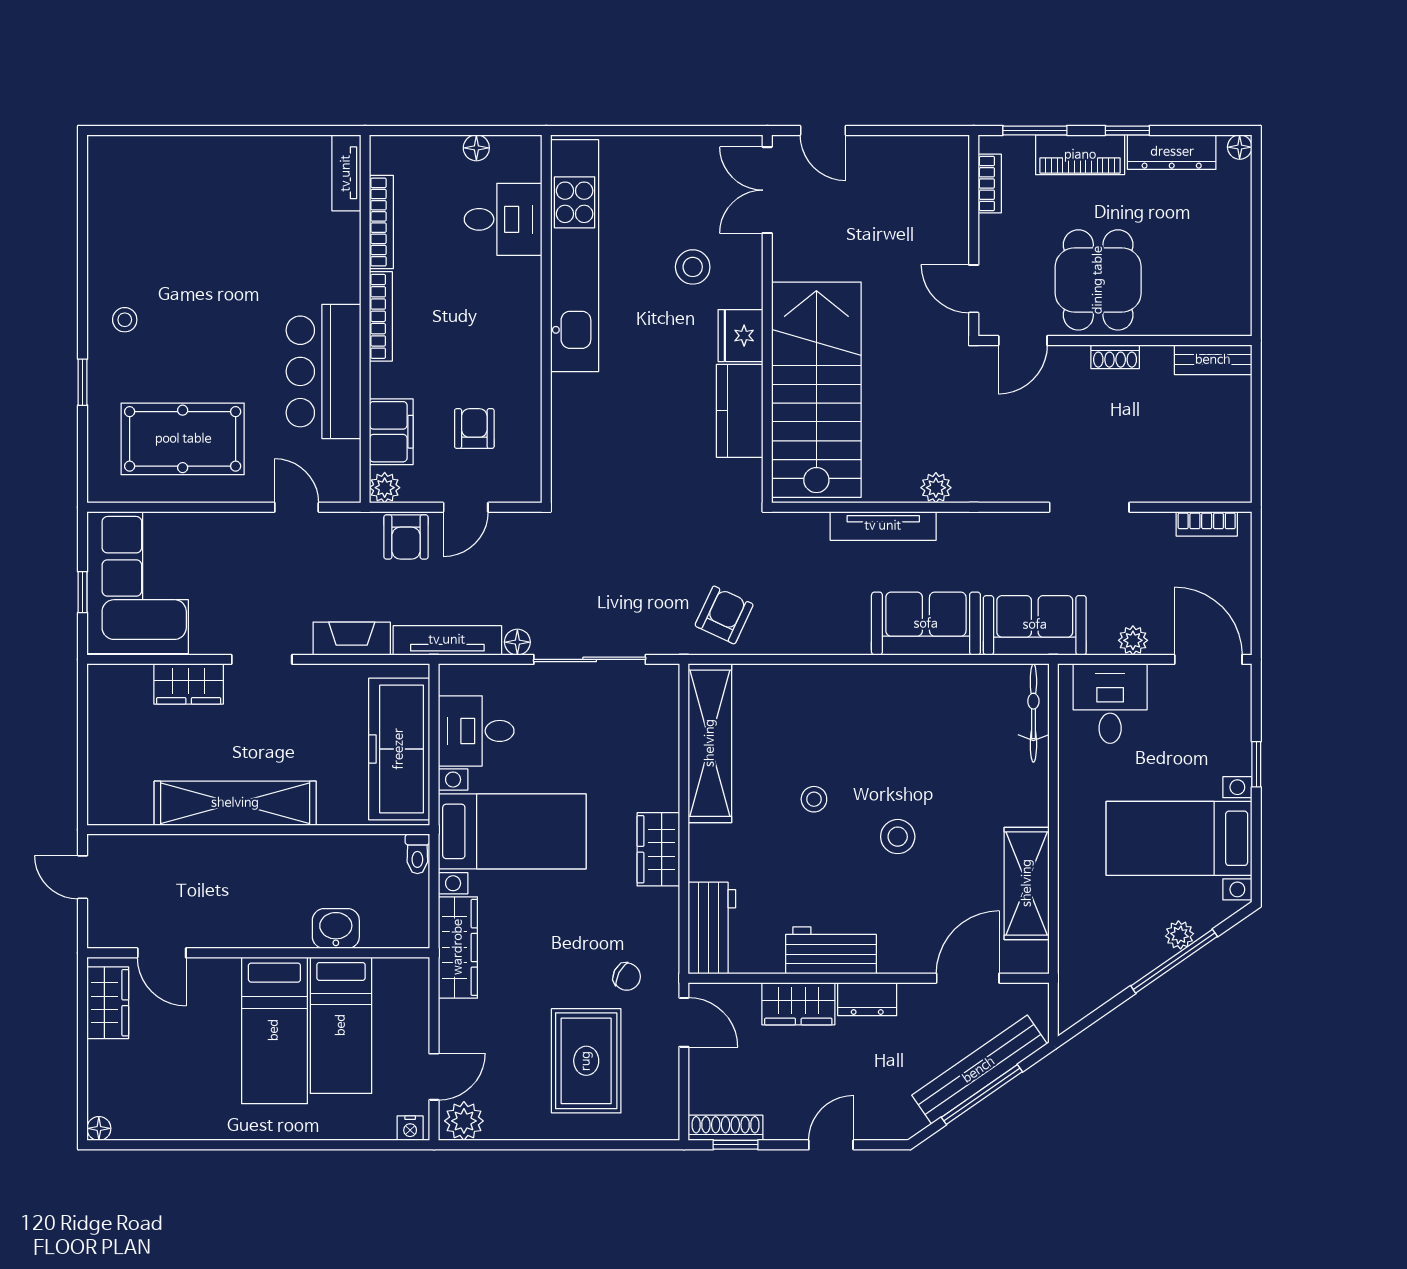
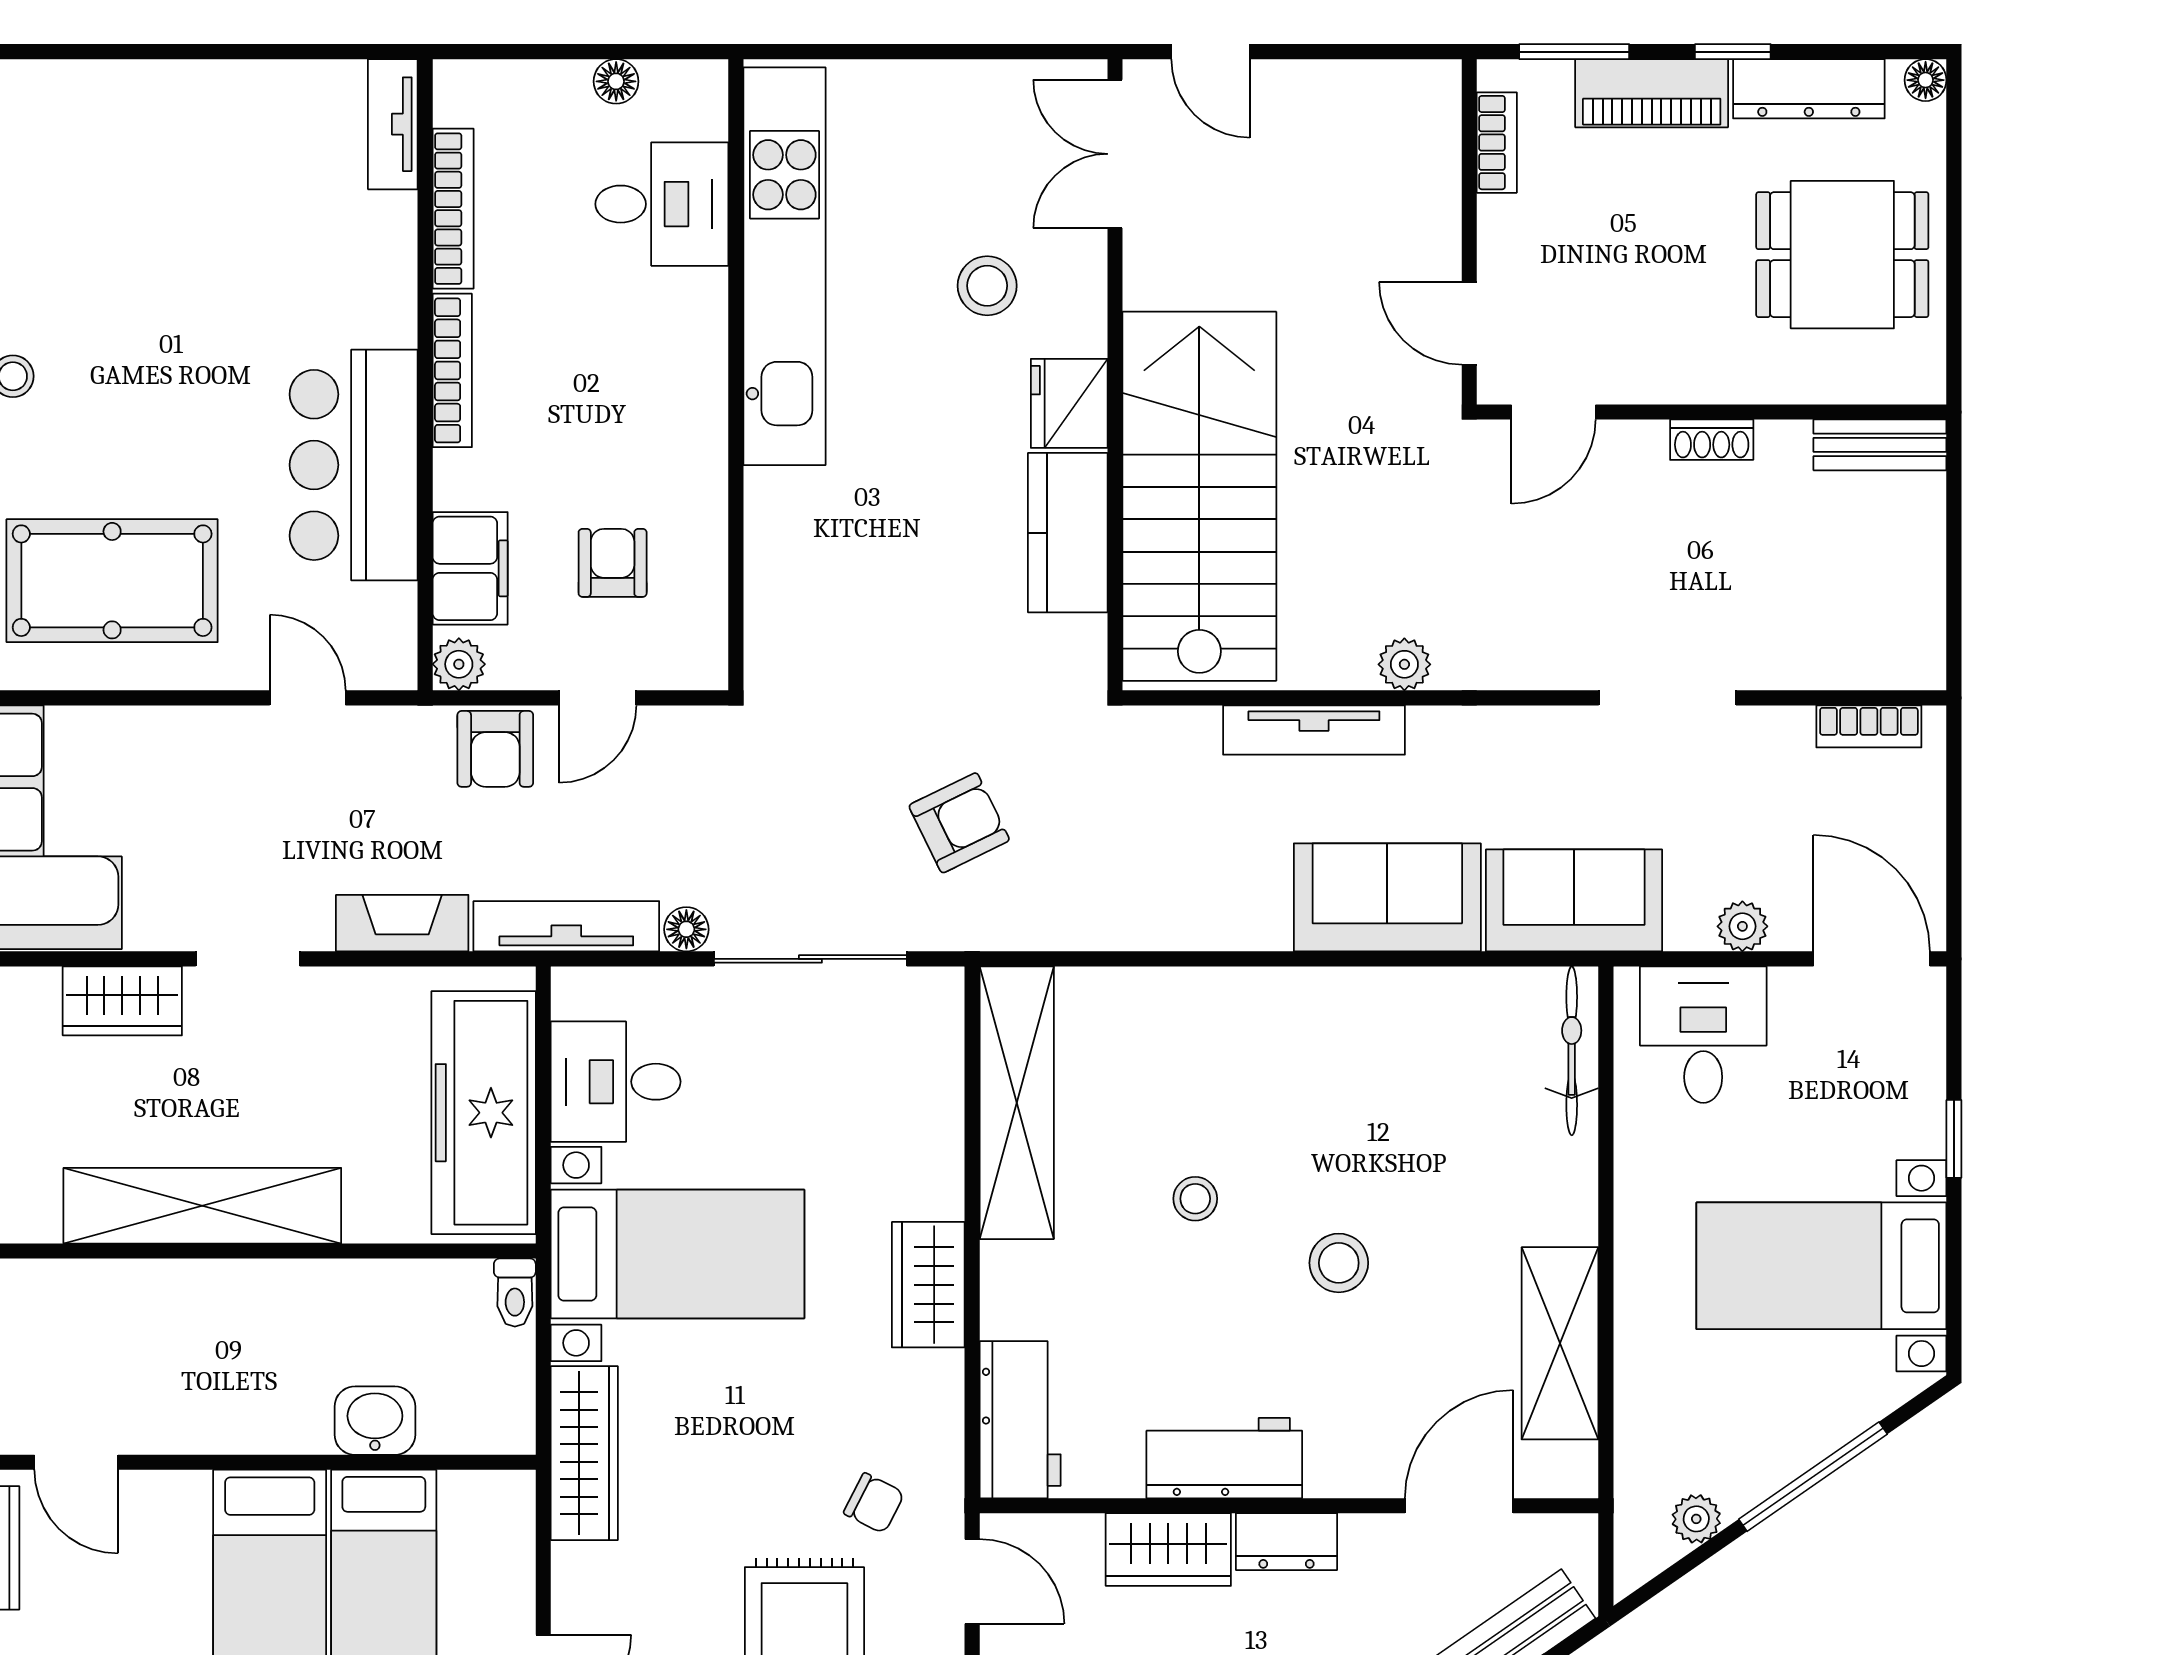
dining table: (1098, 280) -> (1842, 255), moved, turned 90
armchair: (724, 615) -> (959, 823), moved, turned 39
plant: (1179, 935) -> (1696, 1519), moved

